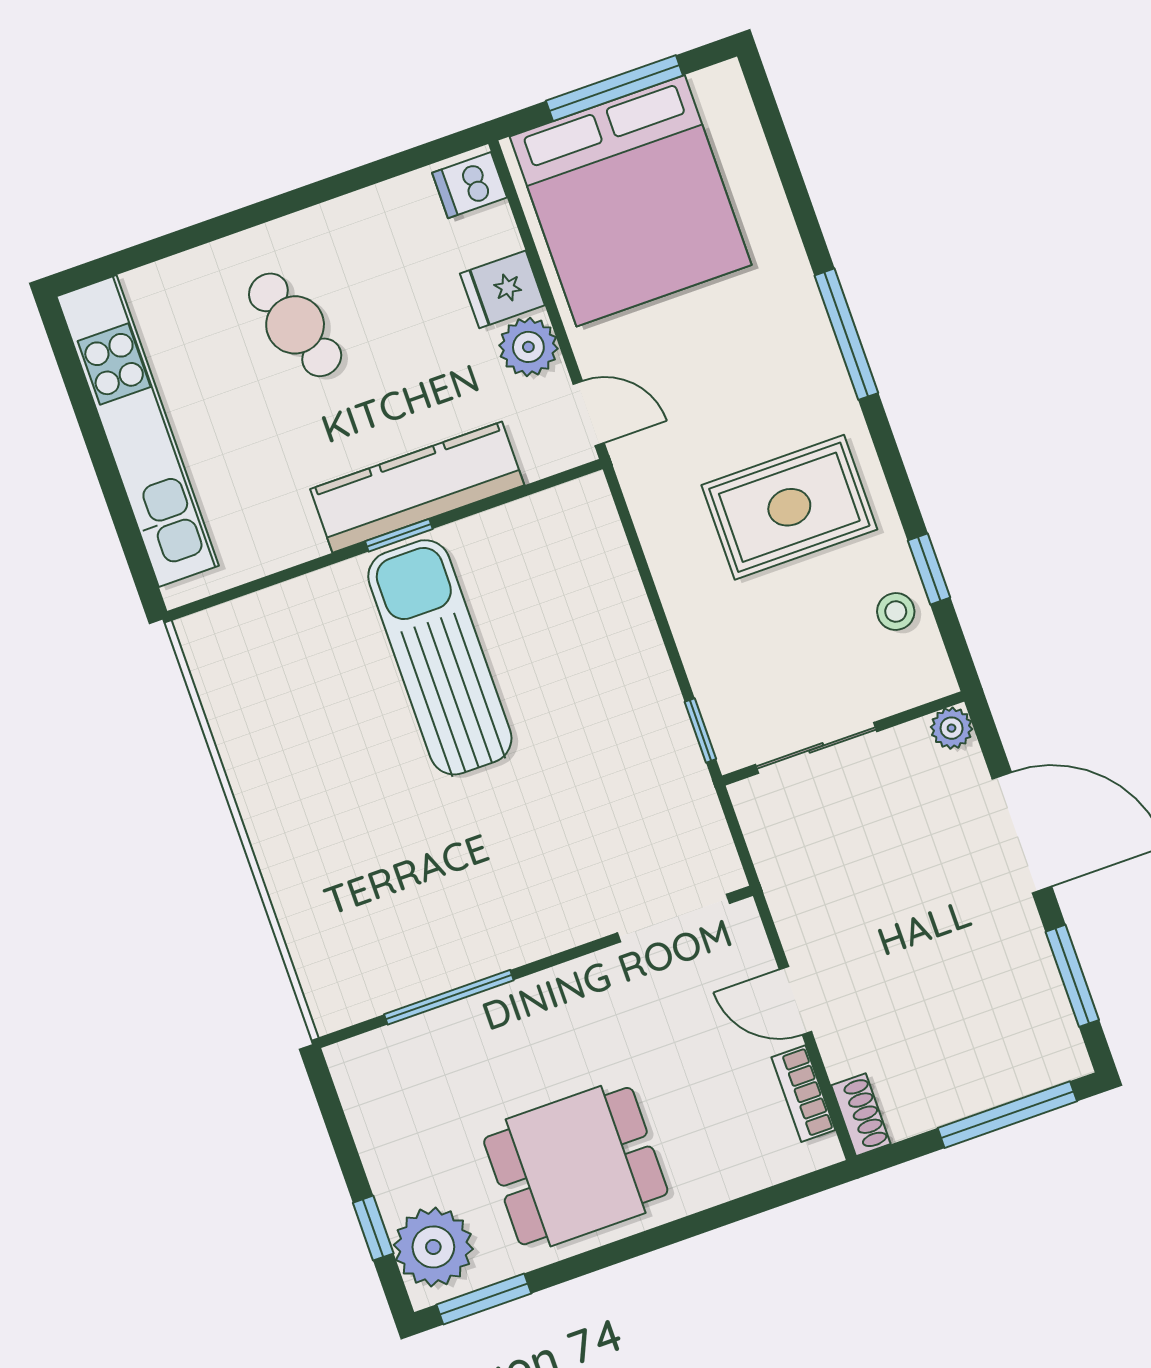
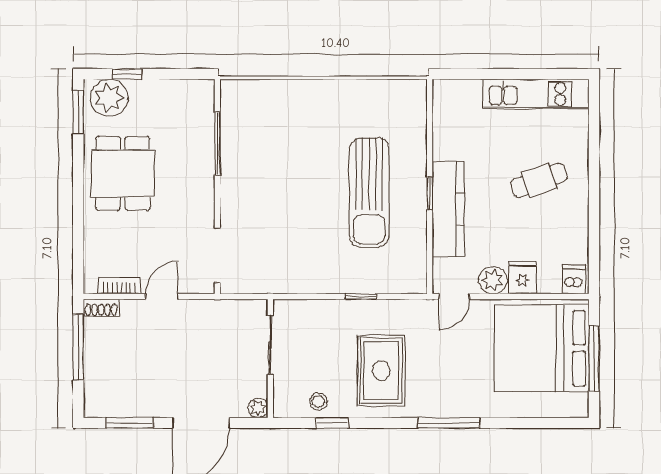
kitchen unit: (138, 431) -> (536, 94), width x0.73
sun lounger: (440, 657) -> (369, 193), turned 90
window: (700, 730) -> (361, 296), moved
window: (1007, 1115) -> (78, 347), moved

